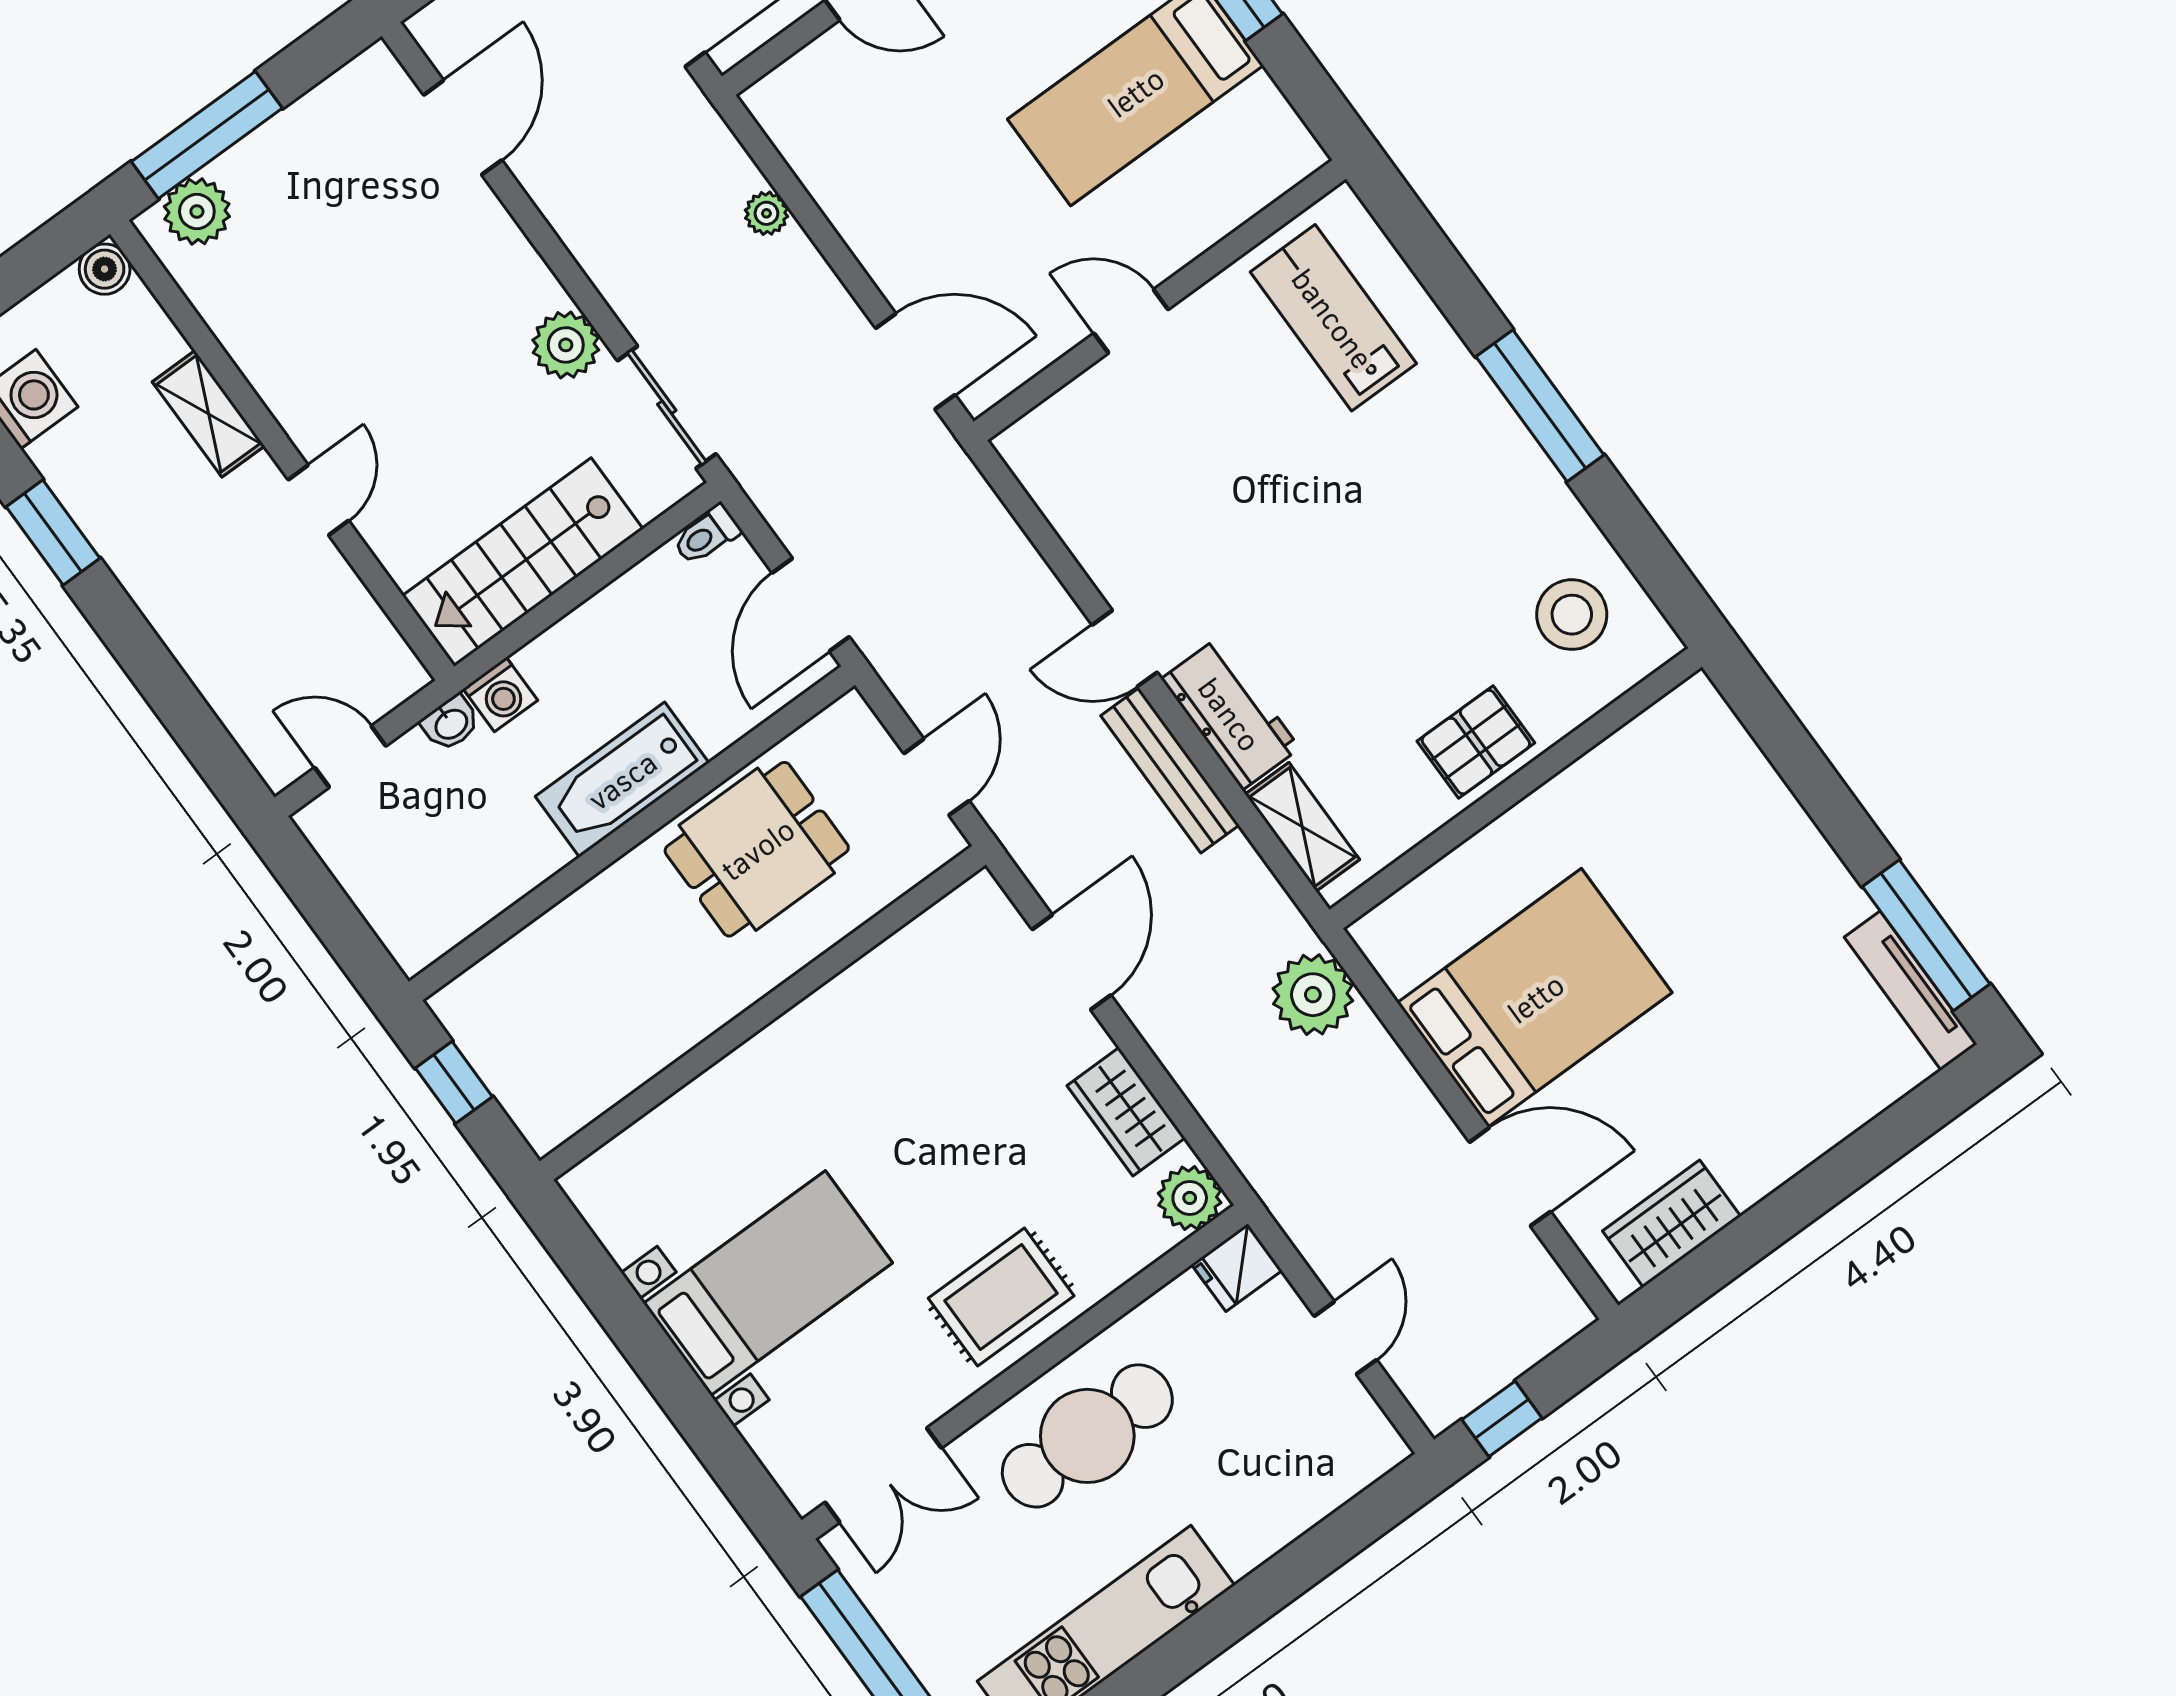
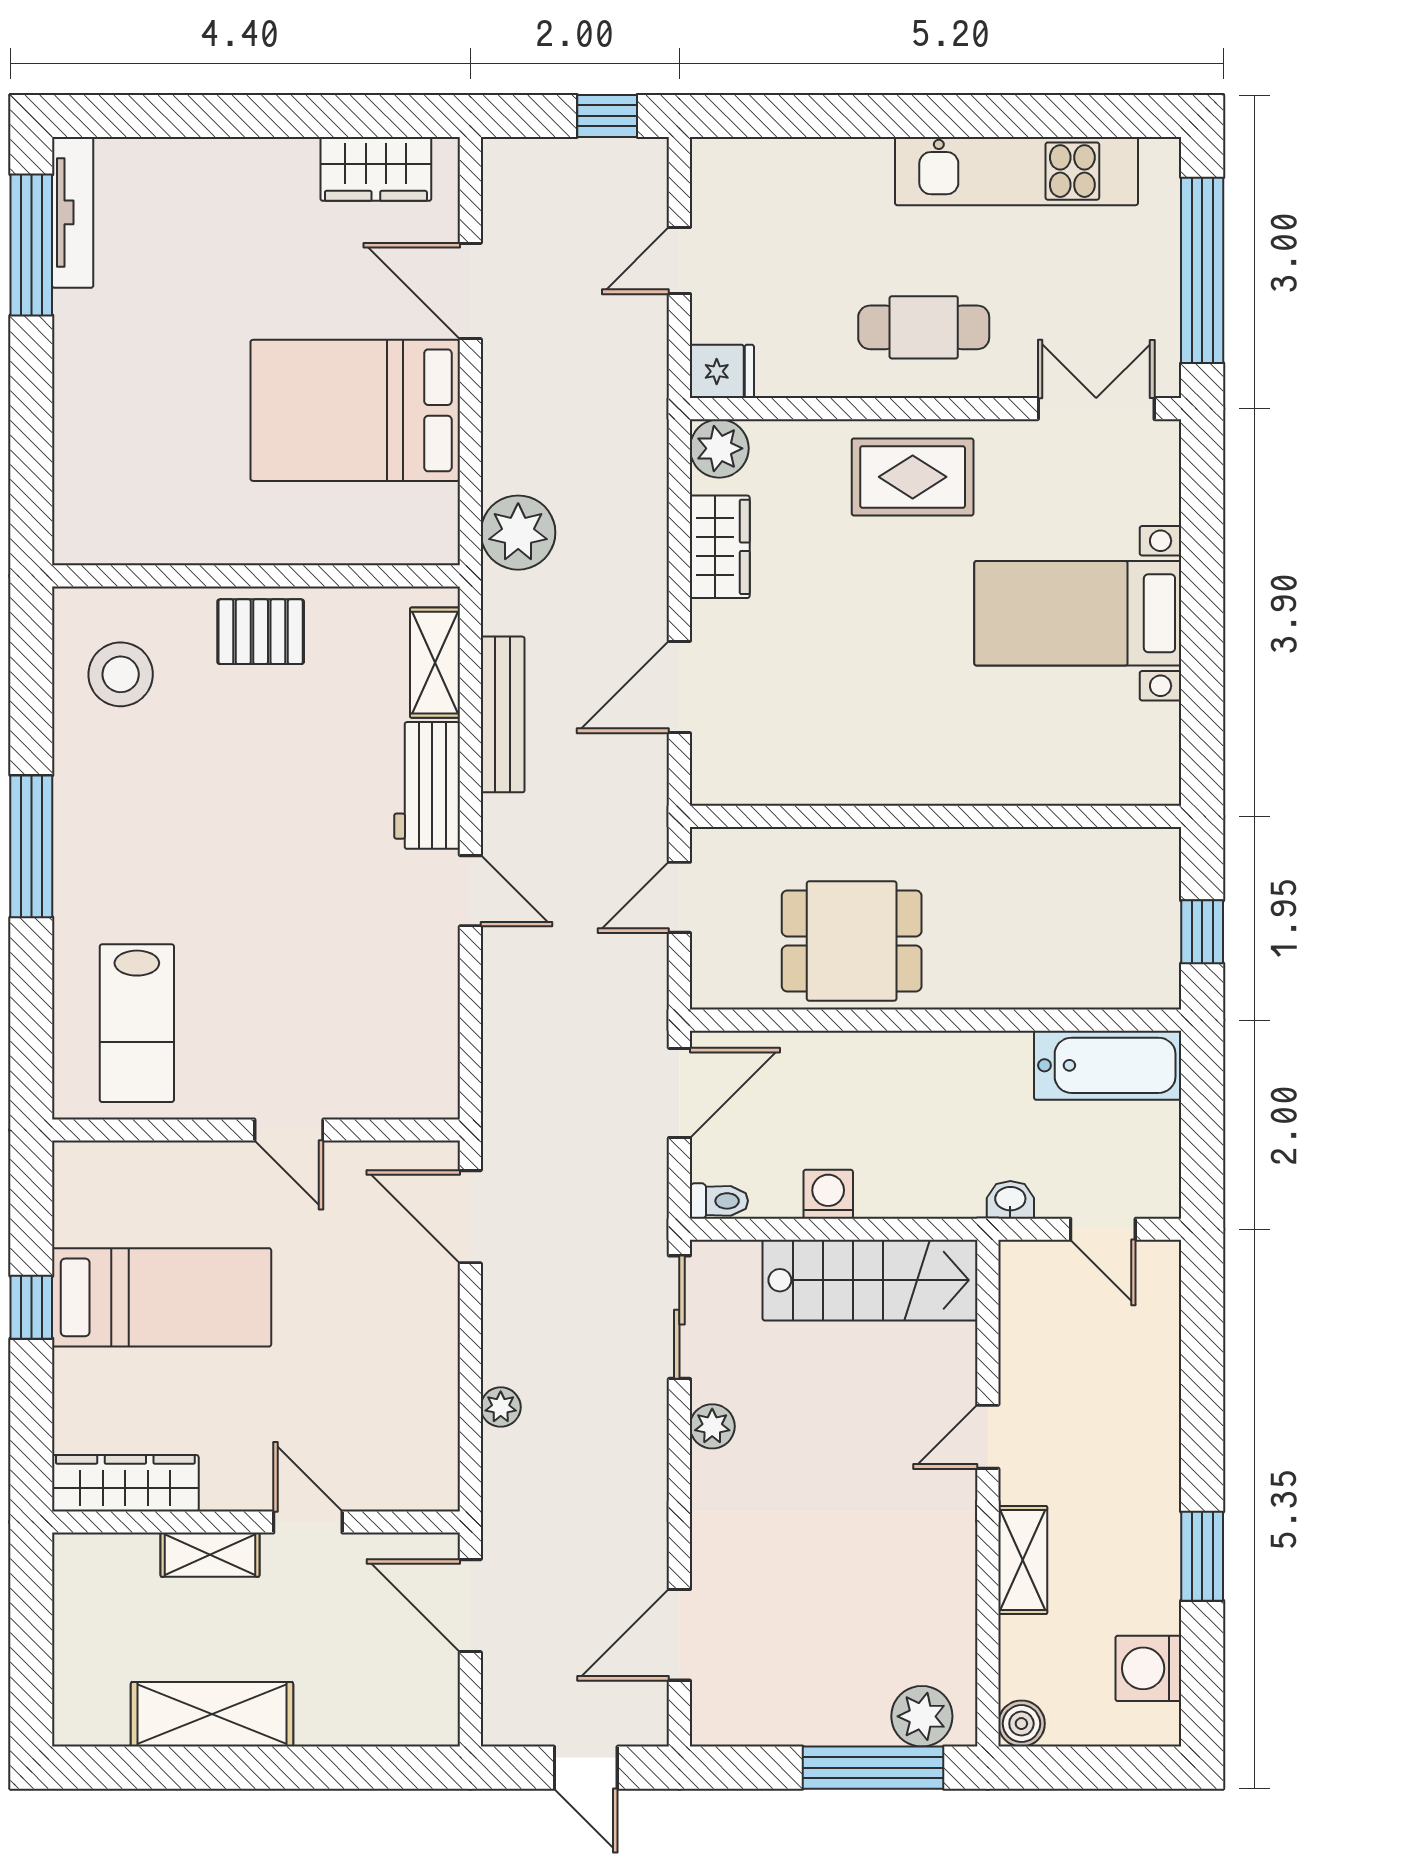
plant: (566, 345) -> (712, 1426), width x0.73, depth x0.73
washing machine: (500, 695) -> (828, 1194), moved
bench: (1170, 770) -> (503, 714), moved
bathtub: (622, 780) -> (1108, 1065), moved
cafe table: (1087, 1436) -> (924, 327), width x0.73, depth x0.74

